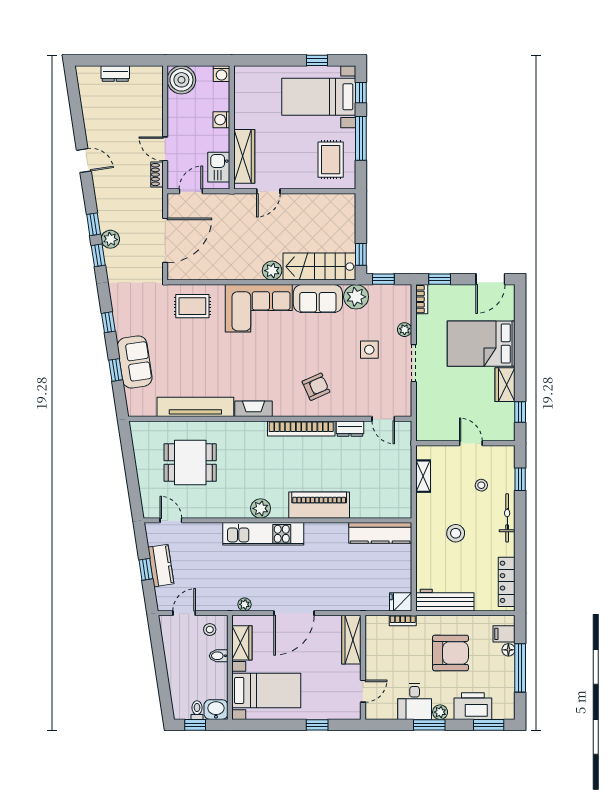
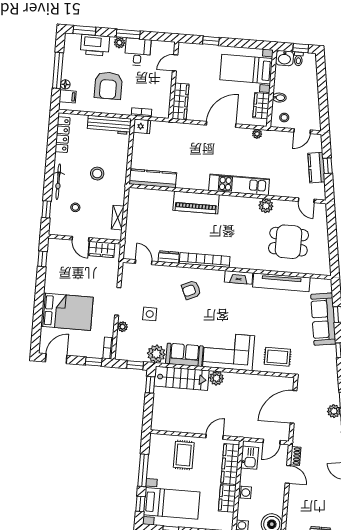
wardrobe: (244, 110) -> (227, 498), added
rug: (331, 160) -> (184, 455), moved
sofa: (135, 362) -> (323, 319), width x1.36
wardrobe: (505, 385) -> (102, 249), moved, turned 90
plant: (261, 508) -> (266, 206), moved
armchair: (451, 653) -> (108, 86), turned -90

